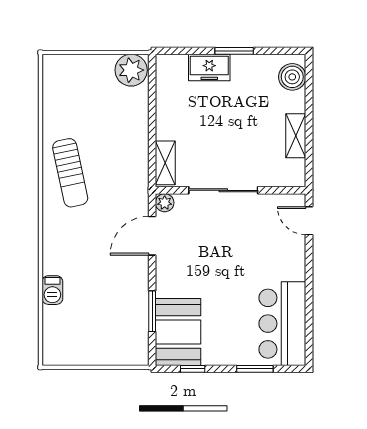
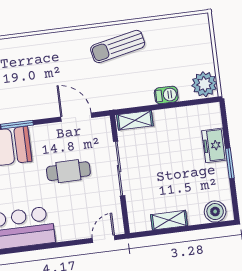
plant: (165, 203) -> (103, 124), removed
cafe table: (218, 254) -> (68, 171), added
barbecue: (52, 290) -> (166, 95), moved, turned 180

